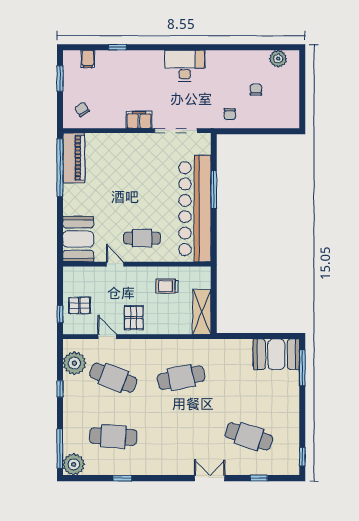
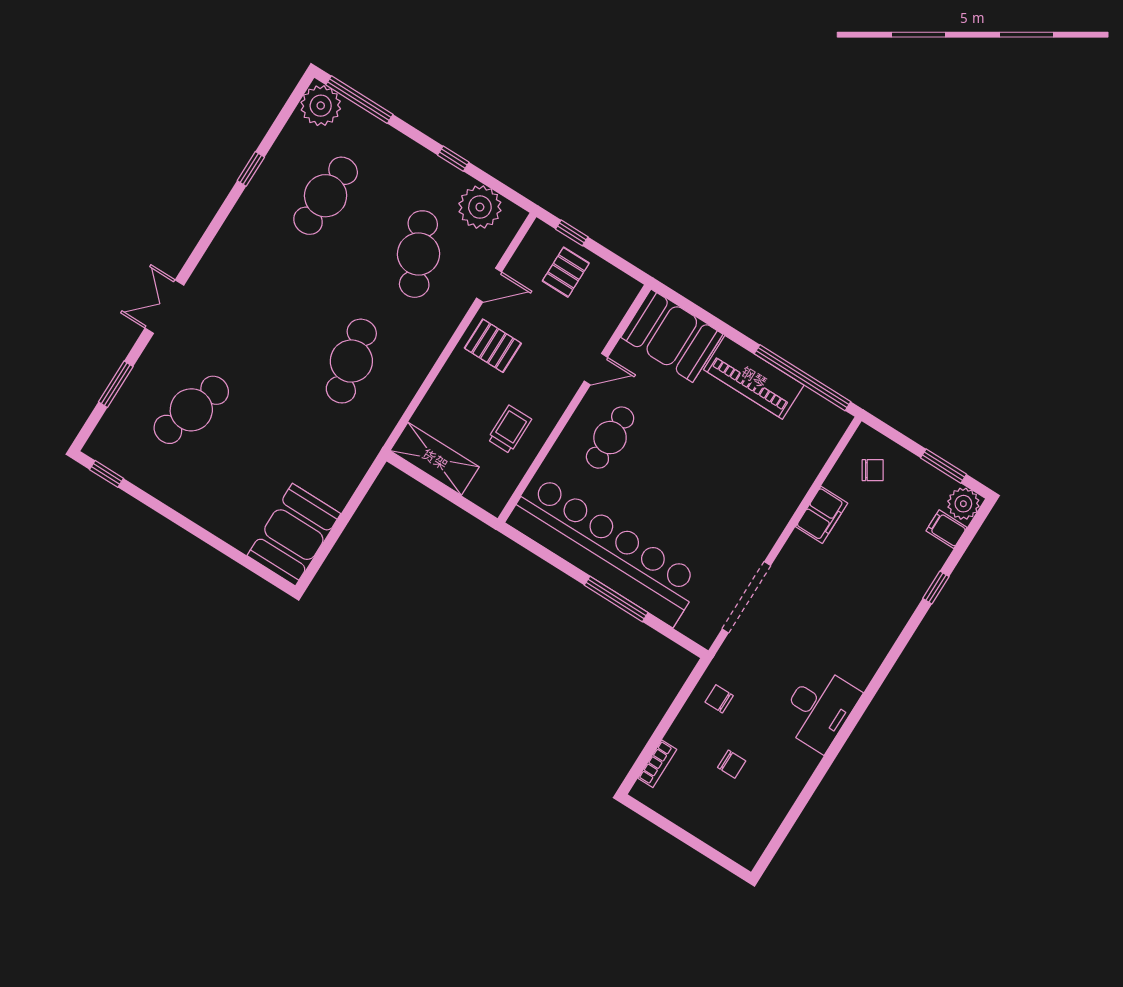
plant: (278, 59) -> (963, 504), moved
desk: (185, 66) -> (819, 709), moved
filing cabinet: (139, 120) -> (822, 515), moved
bookcase: (277, 124) -> (657, 764), added
piano: (74, 158) -> (754, 377), moved
window: (302, 368) -> (247, 562), removed
cafe table: (113, 378) -> (418, 254), turned -45
double door: (210, 478) -> (164, 307), swing flipped
window: (259, 478) -> (116, 384), width x1.50

